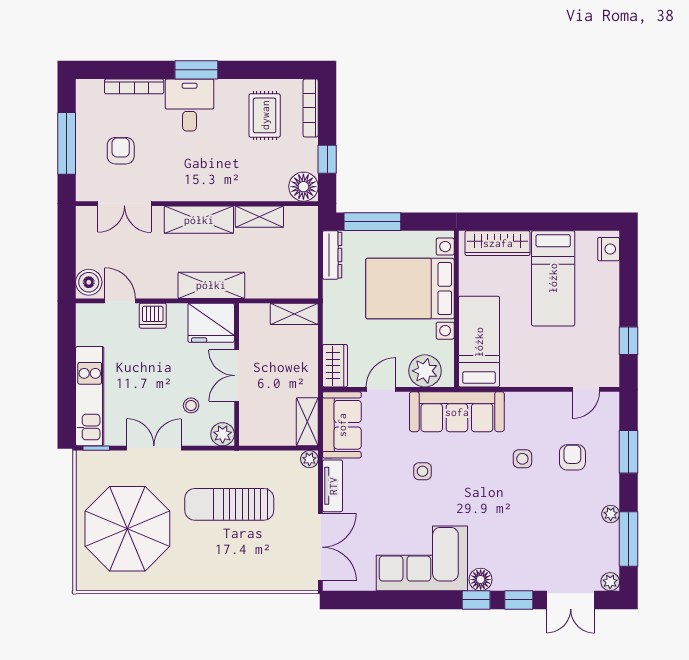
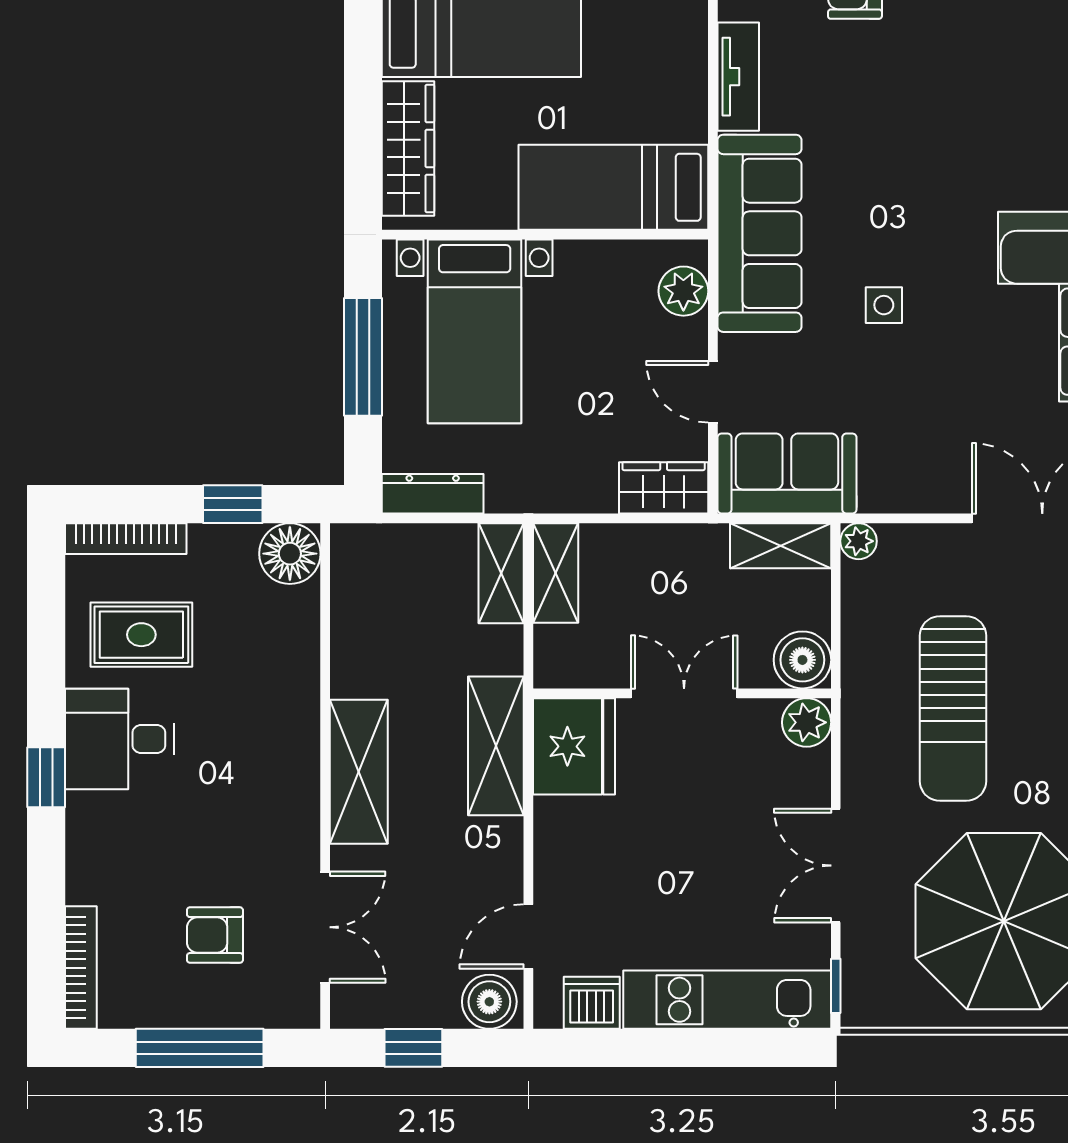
window: (196, 70) -> (46, 777), width x0.67
bookcase: (134, 86) -> (81, 968), moved
desk: (190, 105) -> (119, 739), moved
shelving: (259, 217) -> (501, 573), moved
window: (372, 222) -> (363, 357), moved
window: (67, 246) -> (413, 1048), added
bed with nightstands: (410, 289) -> (475, 331), width x0.73
dishwasher: (153, 316) -> (592, 1003), moved, turned -90
plant: (425, 371) -> (683, 291), width x0.73, depth x0.73
double door: (237, 376) -> (684, 693), swing flipped
stool: (191, 405) -> (747, 788), removed
boiler: (253, 432) -> (802, 660), added
side table: (522, 459) -> (858, 97), removed
tv unit: (333, 486) -> (738, 77), moved, turned 90

